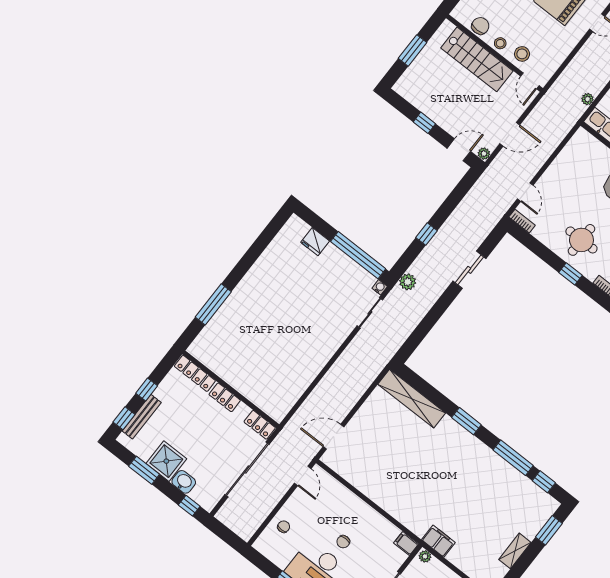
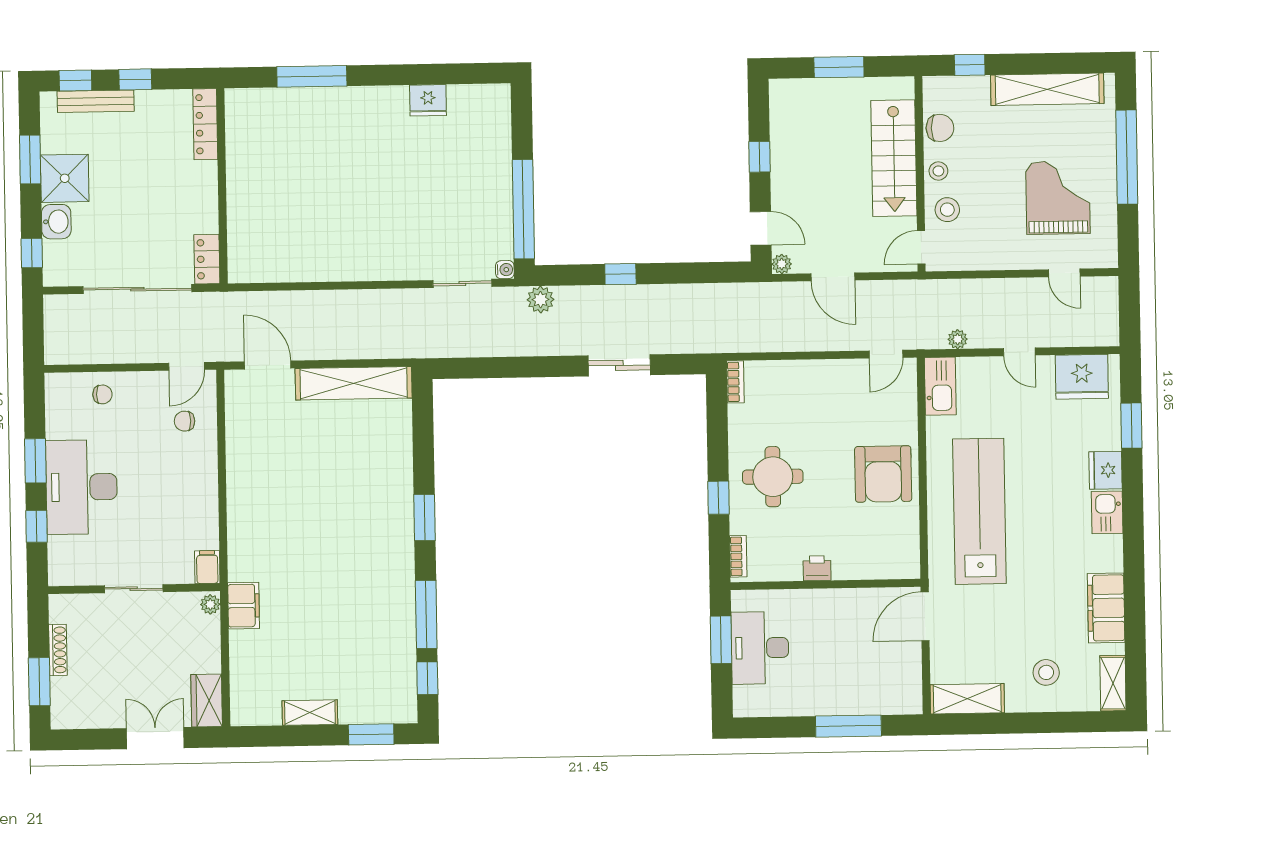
door: (525, 192) -> (886, 354), moved
fridge: (315, 242) -> (428, 100), moved, turned -90
locker: (225, 397) -> (206, 187), removed
shelving: (412, 399) -> (354, 383), moved, turned 90
chair: (343, 542) -> (184, 421), moved

